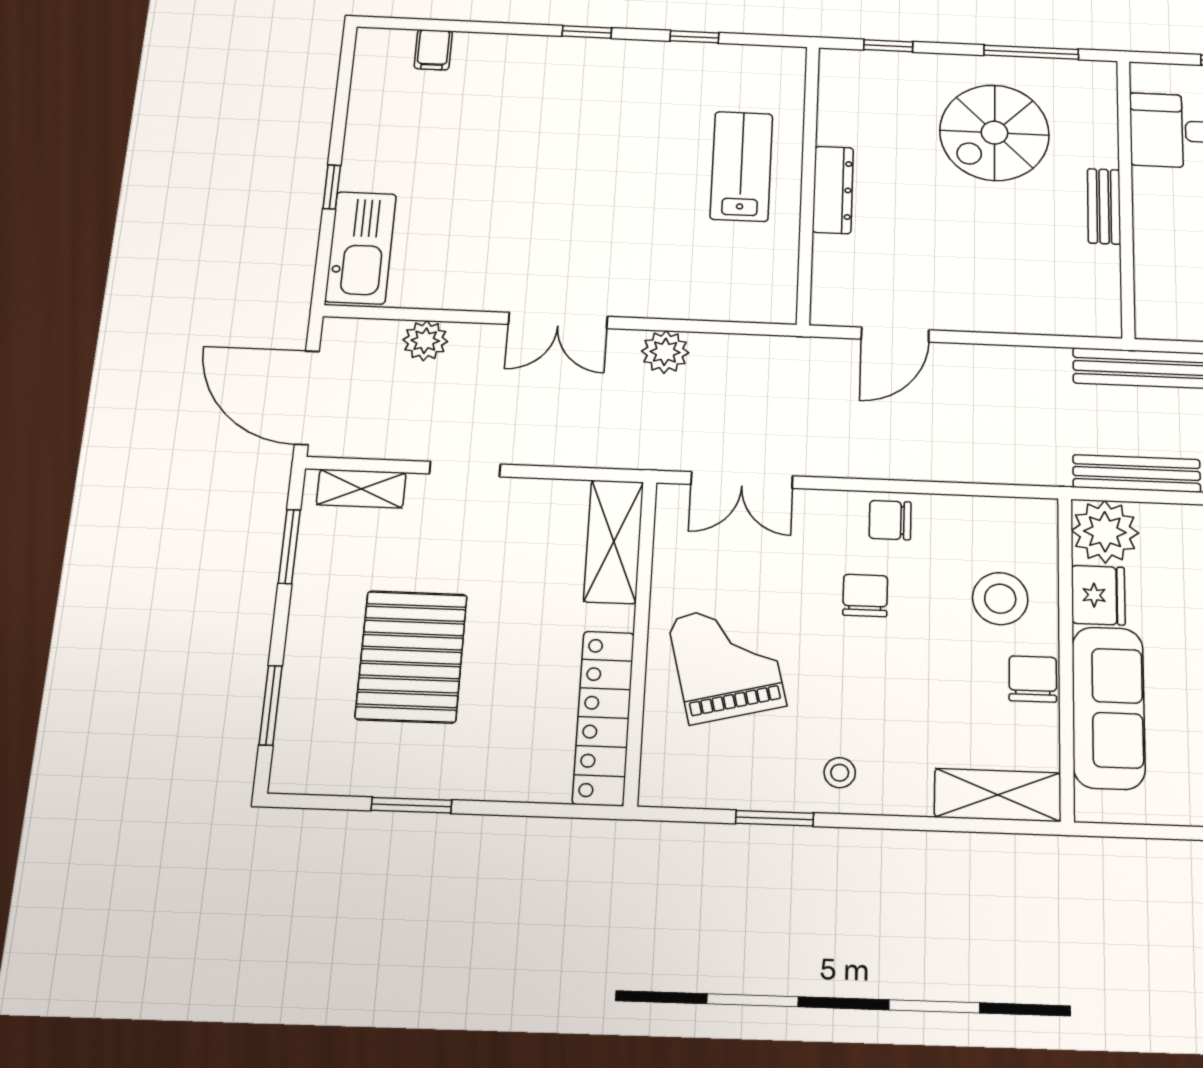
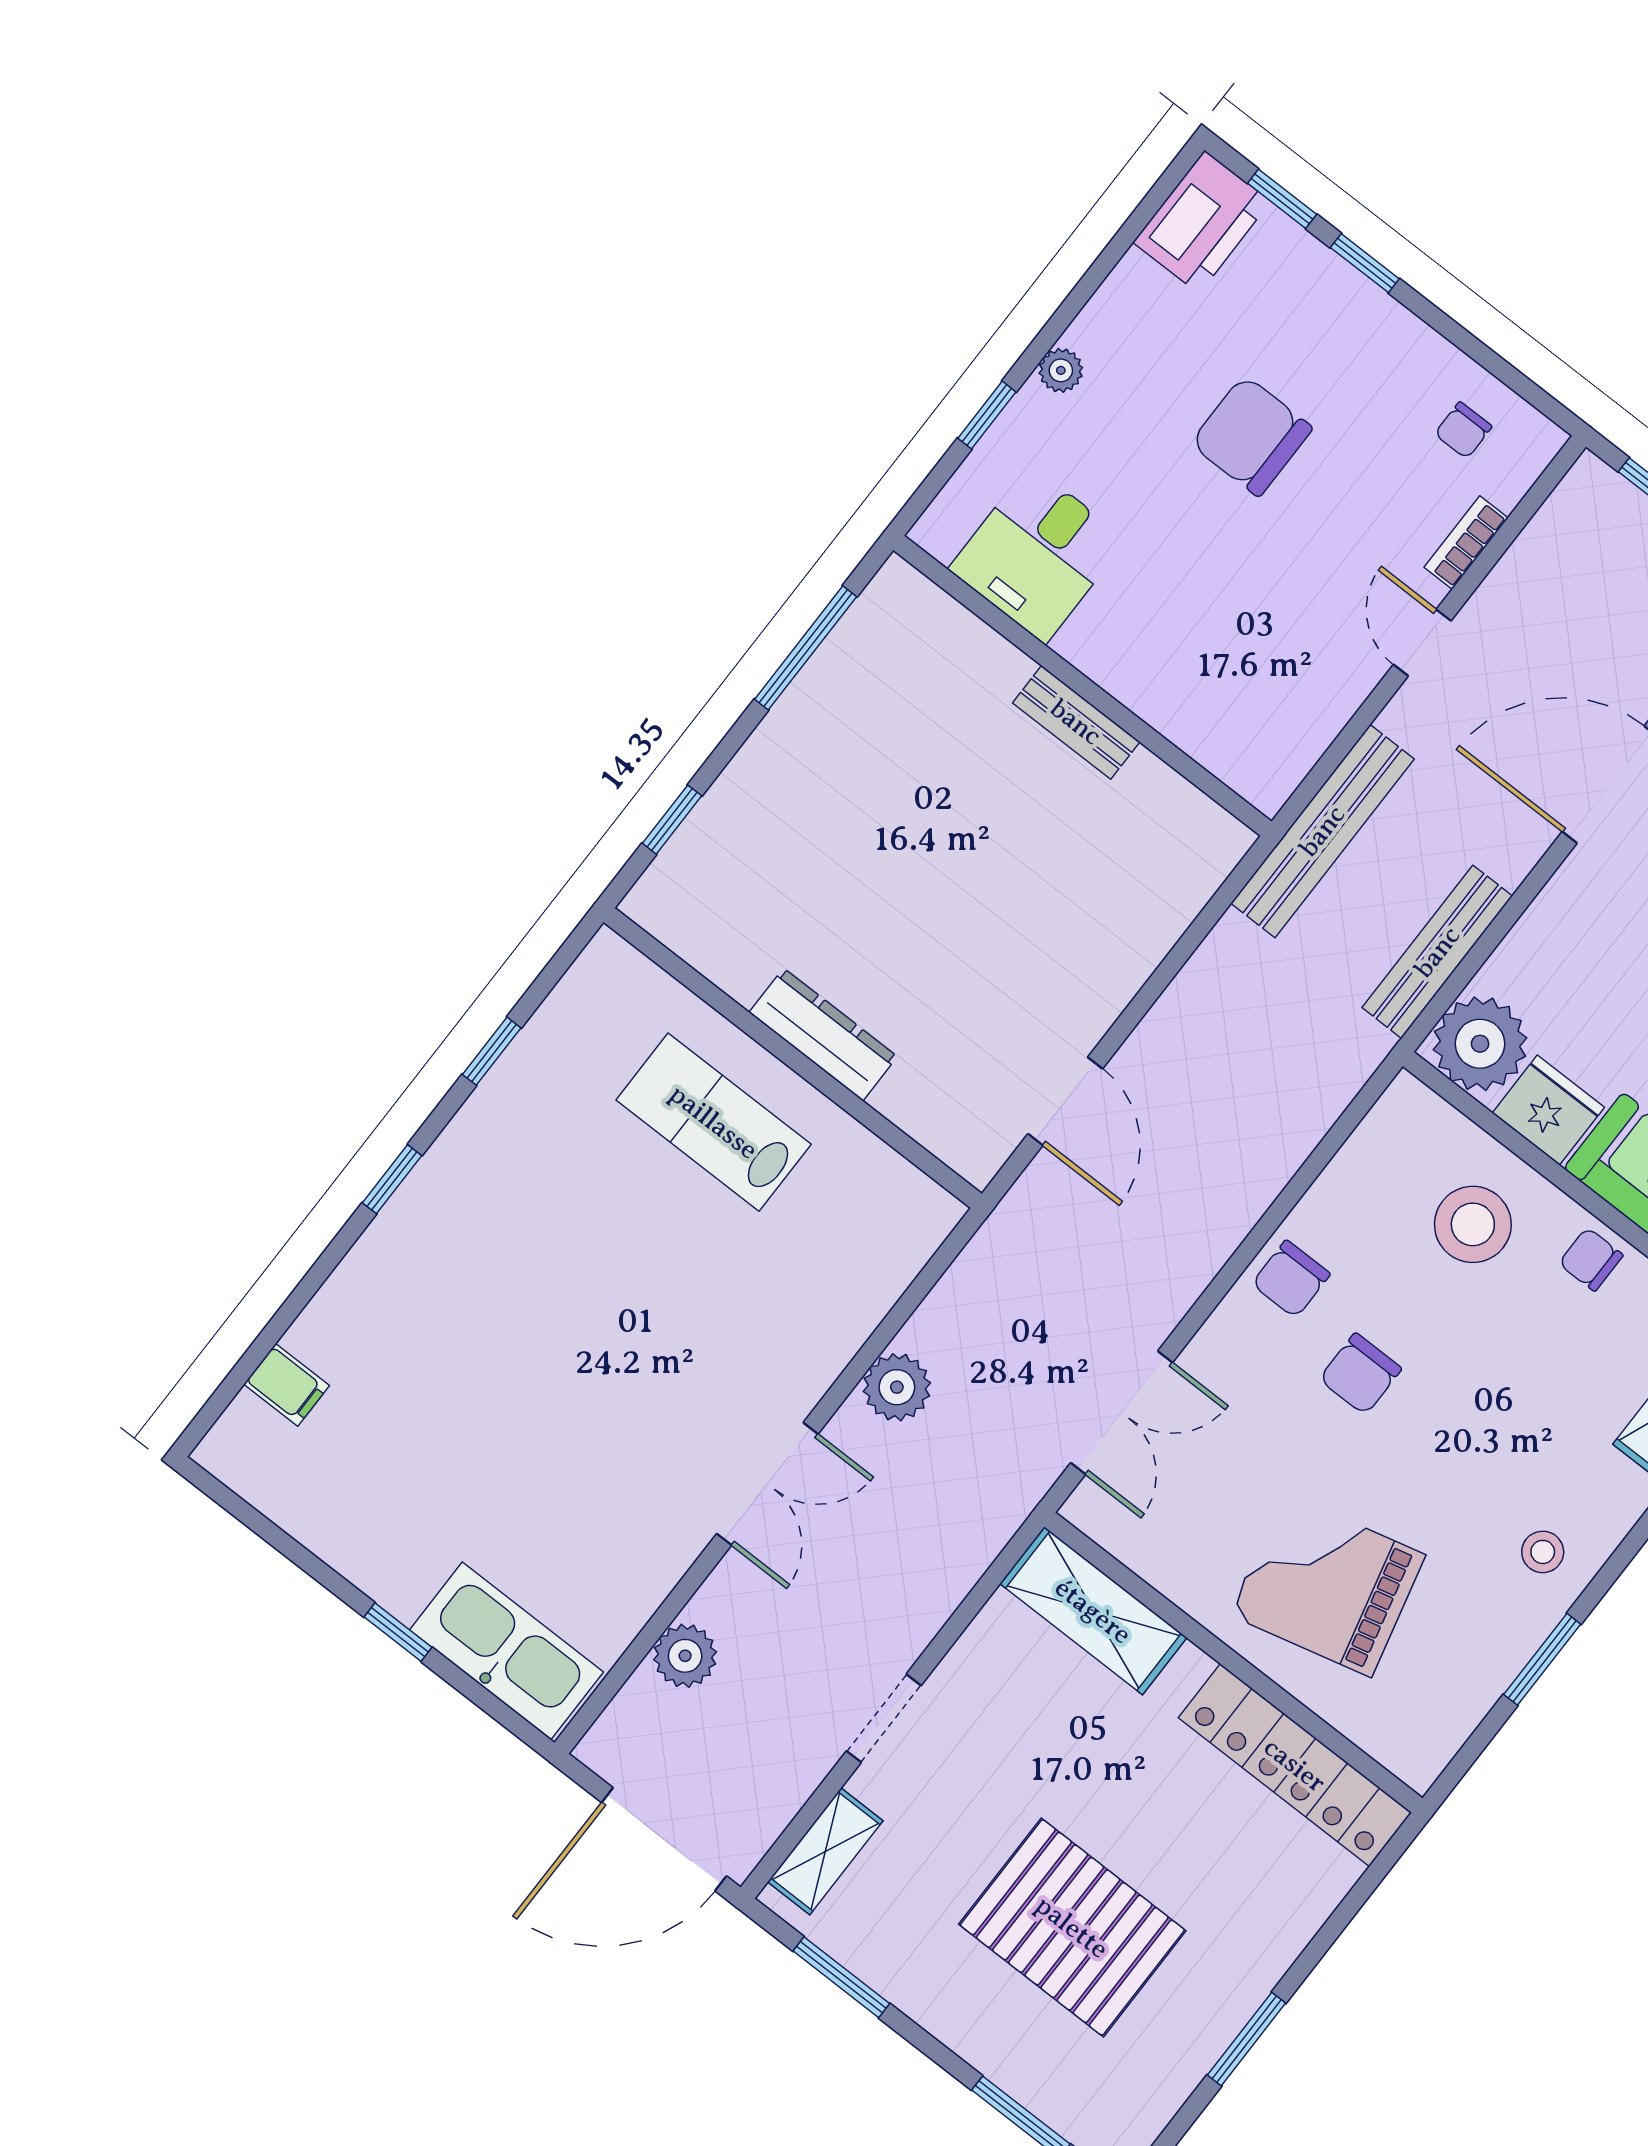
spiral stairs: (994, 133) -> (884, 779), removed
chair: (865, 595) -> (1360, 1374), turned -90
chair: (1033, 679) -> (1591, 1259), width x0.73, depth x0.73

